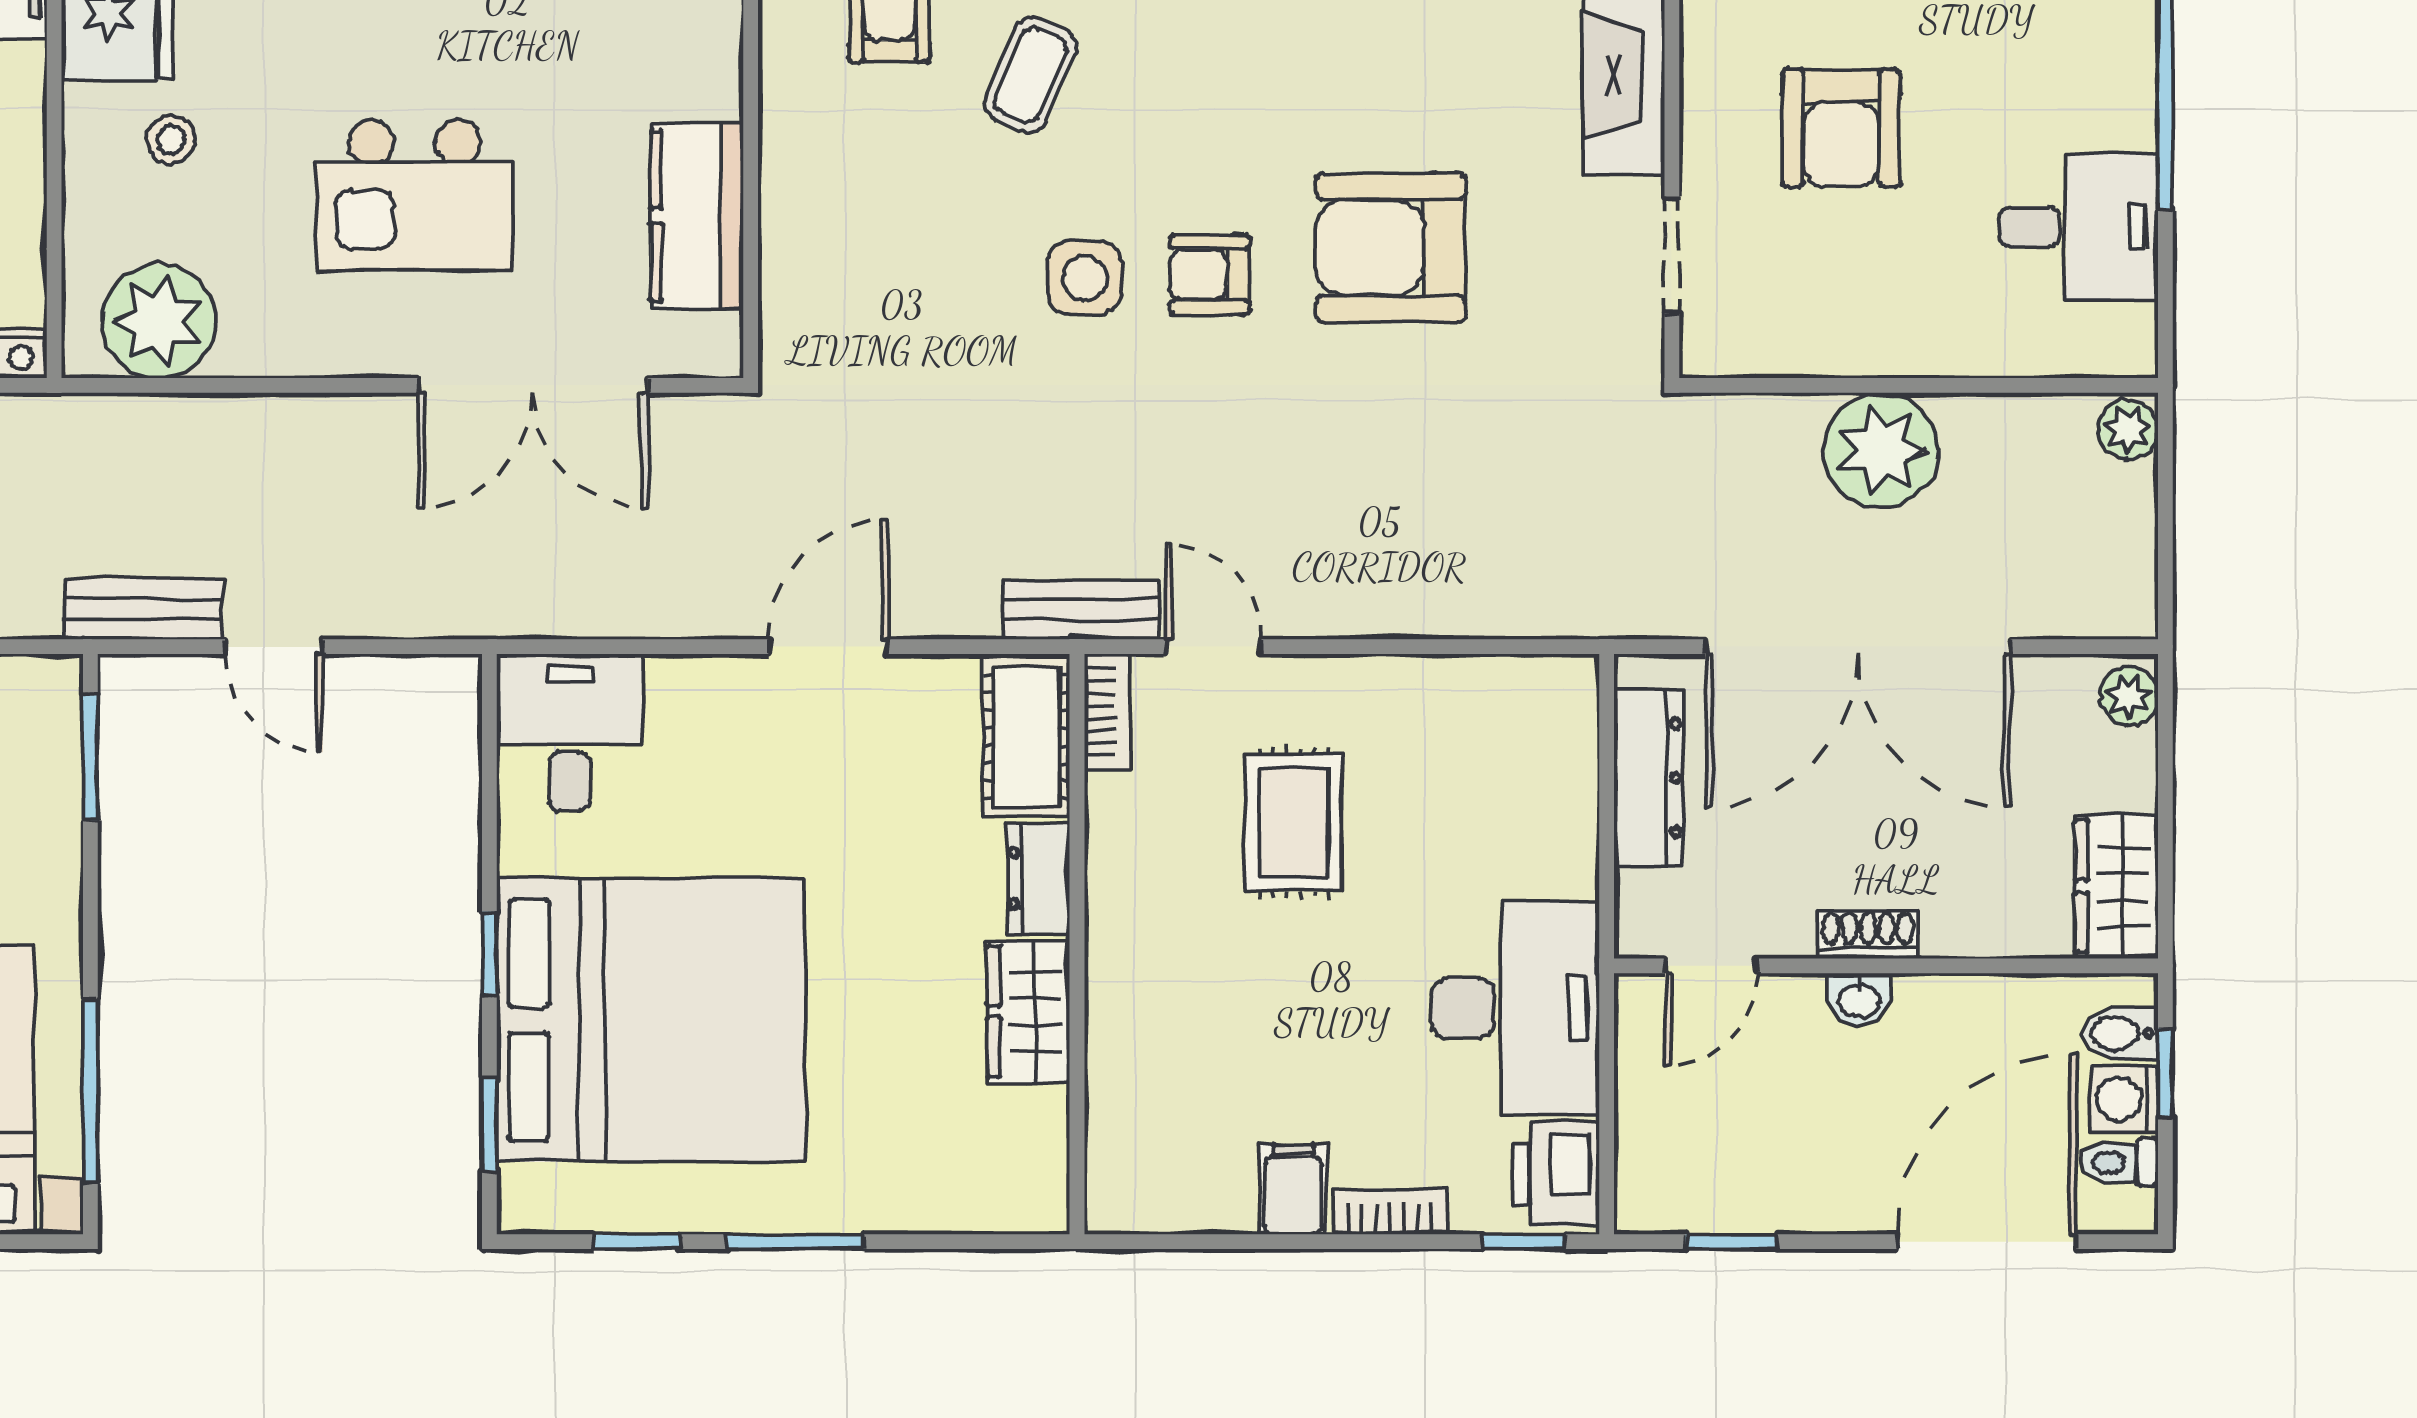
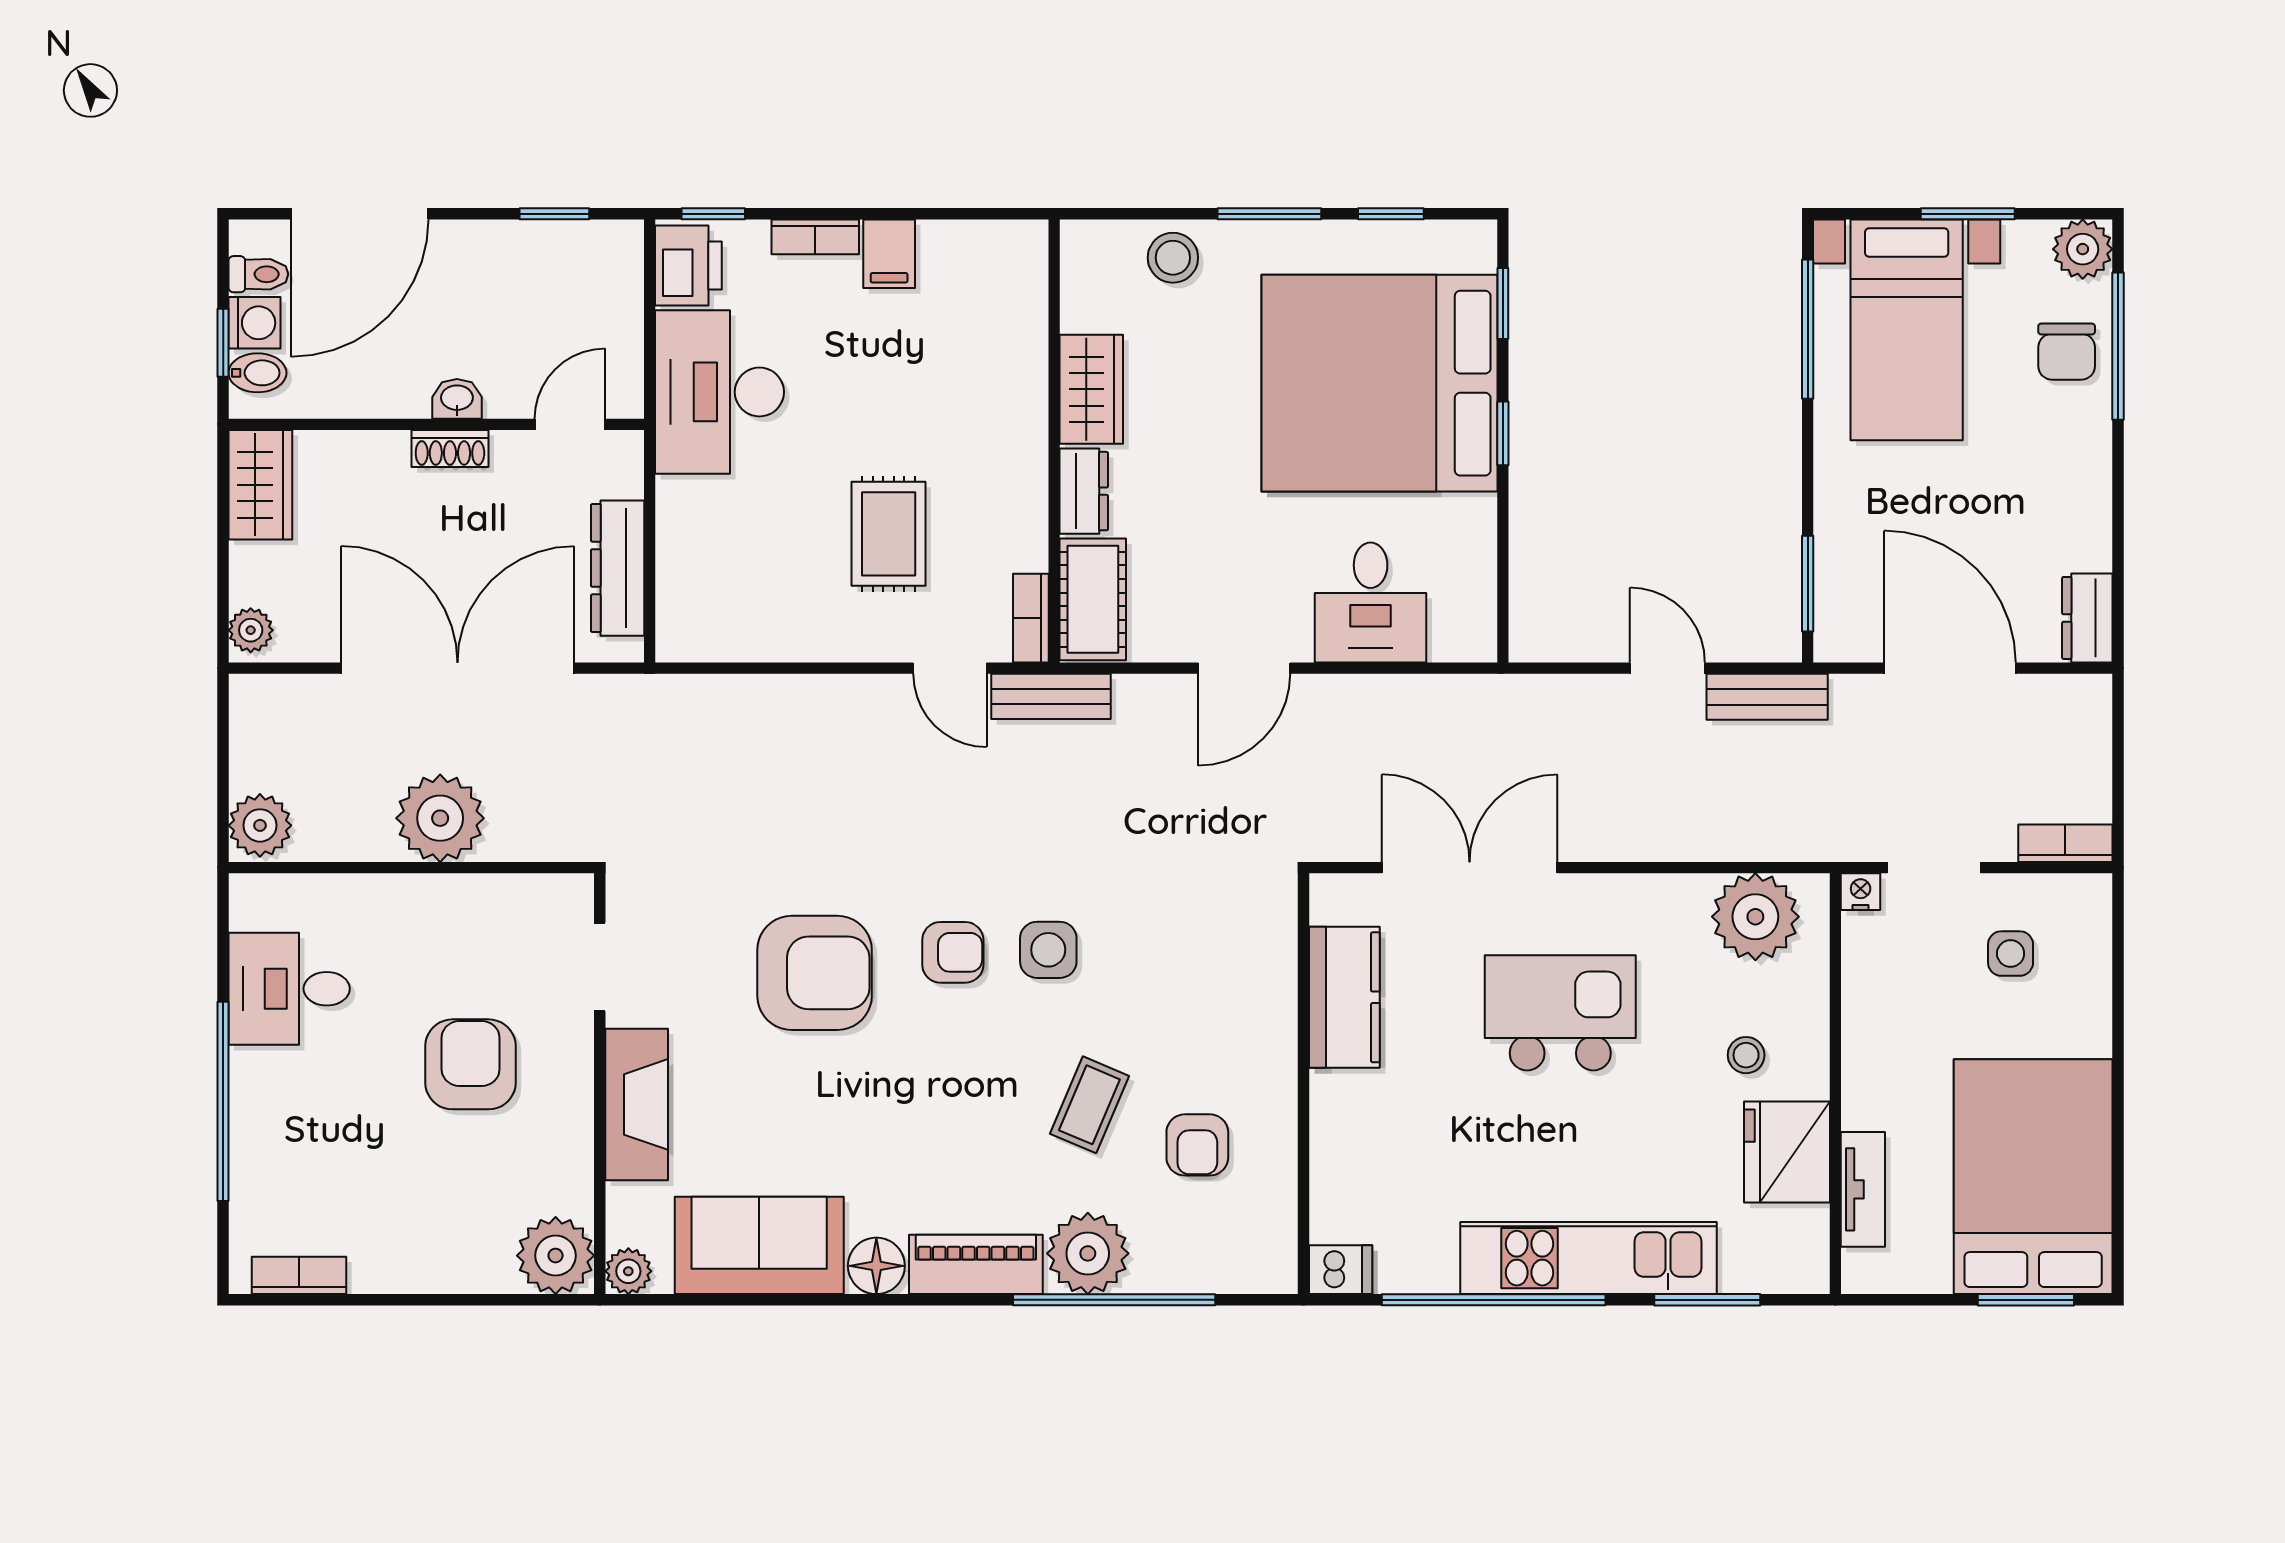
plant: (2128, 429) -> (260, 825), width x1.38, depth x1.38
desk: (570, 733) -> (1371, 602), moved
stool: (922, 1184) -> (1173, 258), added

